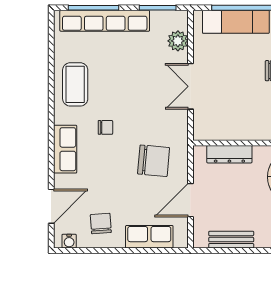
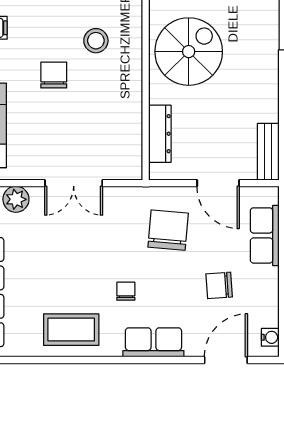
door: (51, 206) -> (226, 360), hinge flipped
chair: (101, 224) -> (219, 285), moved
bench: (231, 240) -> (268, 152), moved

